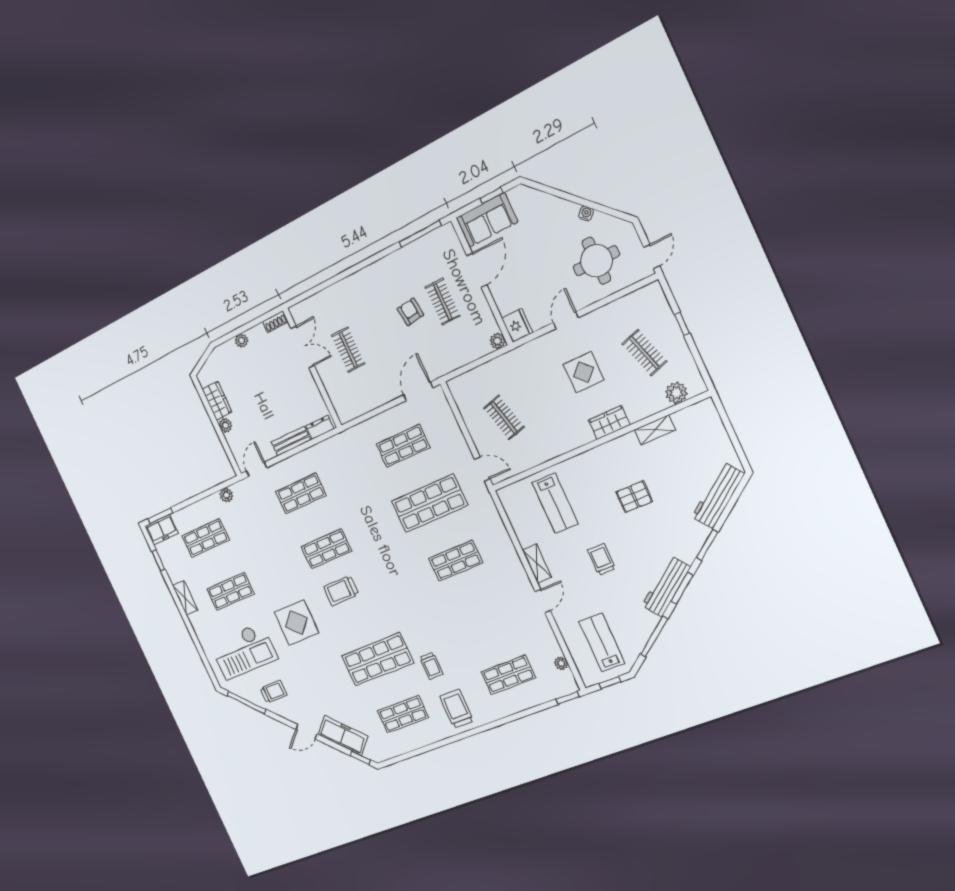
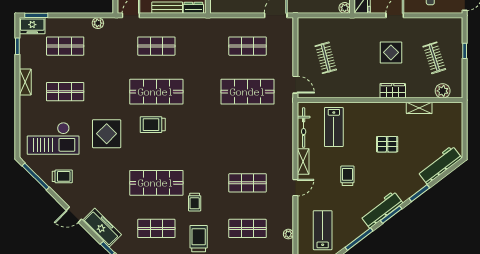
bicycle: (518, 520) -> (304, 128), added
shop shelf: (326, 549) -> (156, 92), width x1.43, depth x1.36
shop shelf: (456, 561) -> (248, 183), moved

